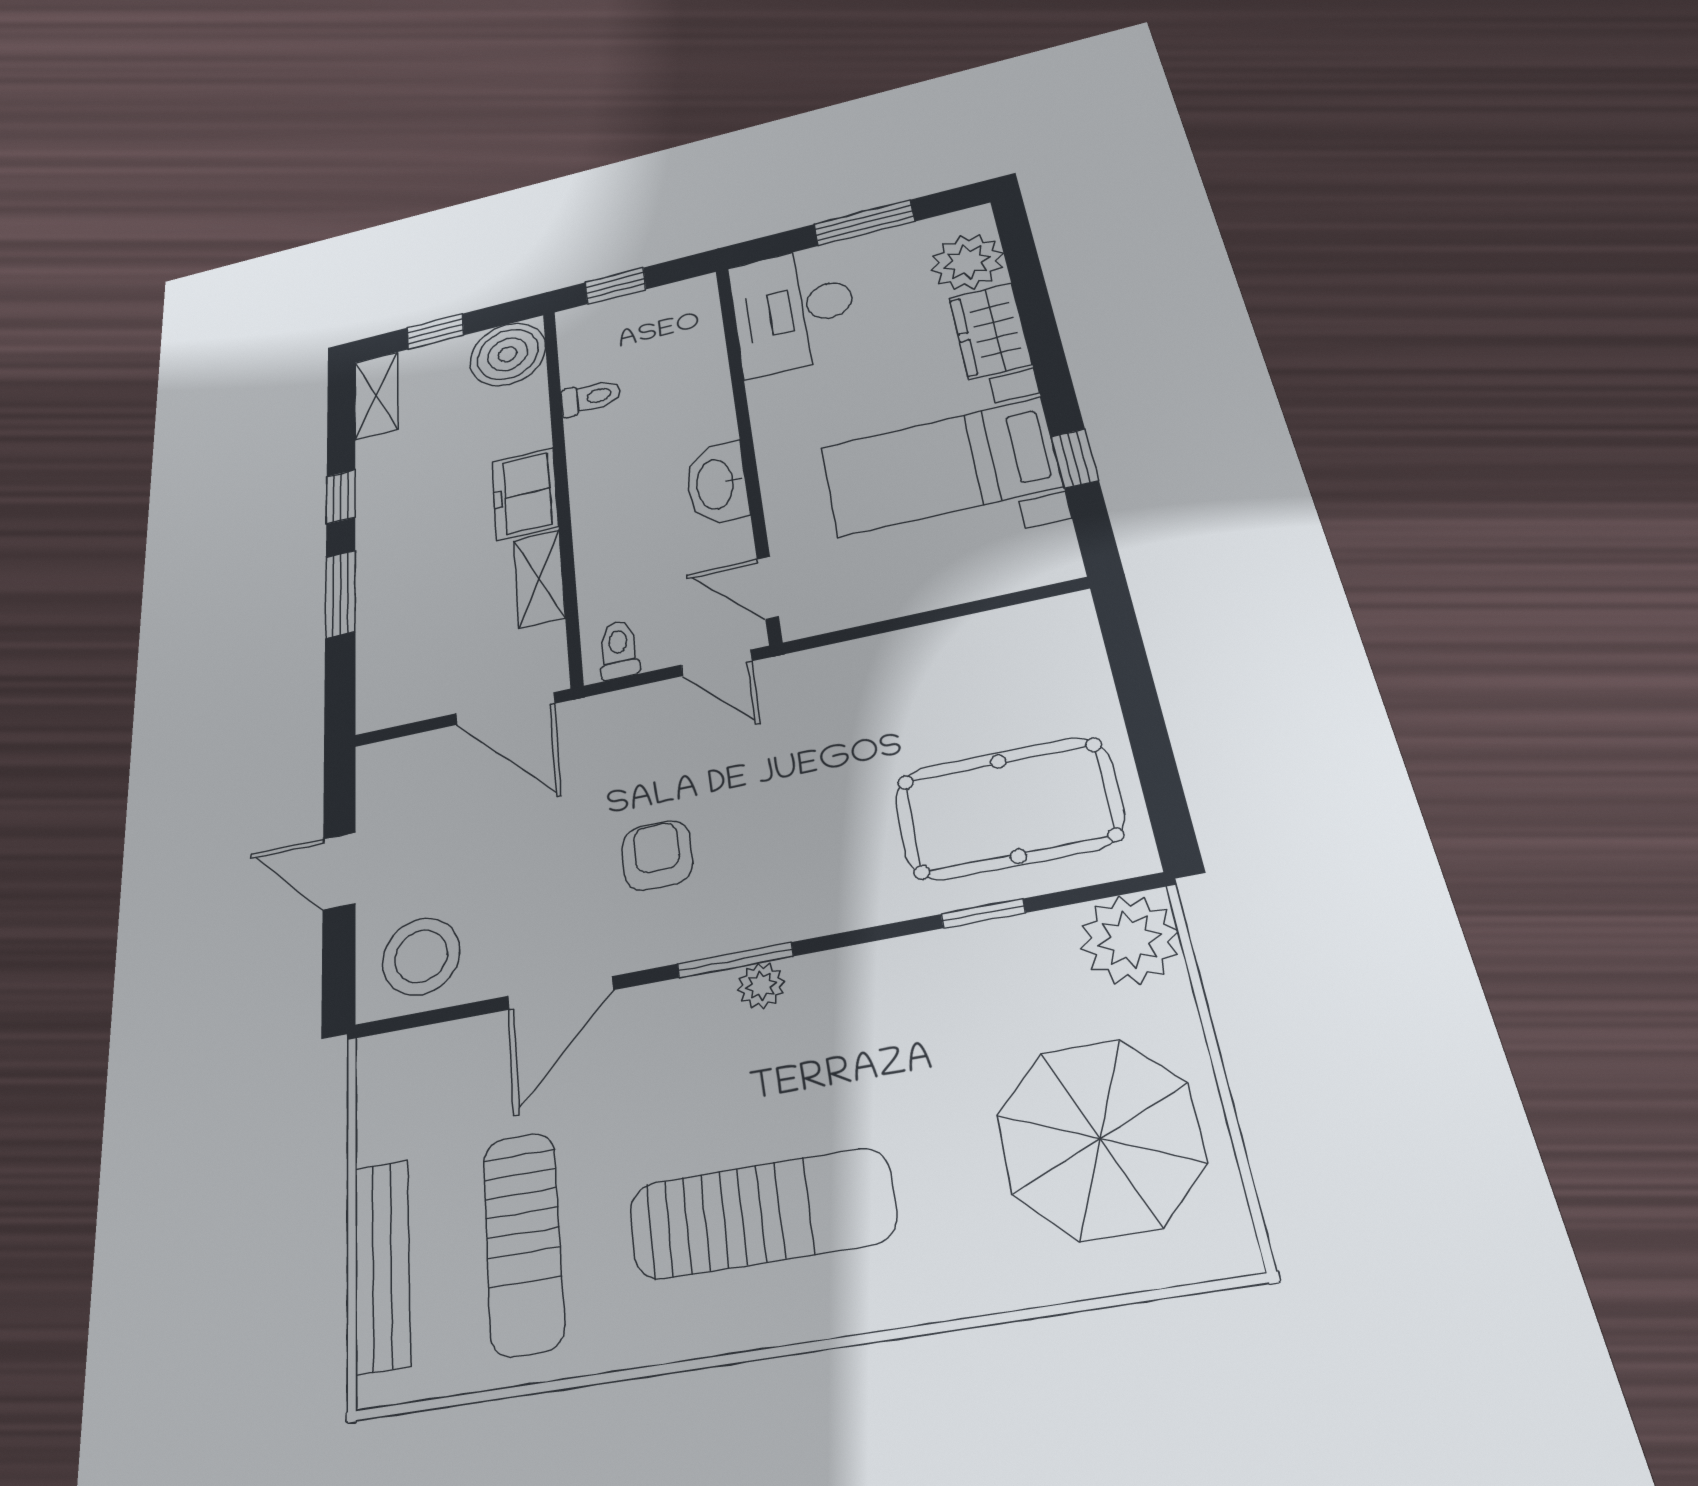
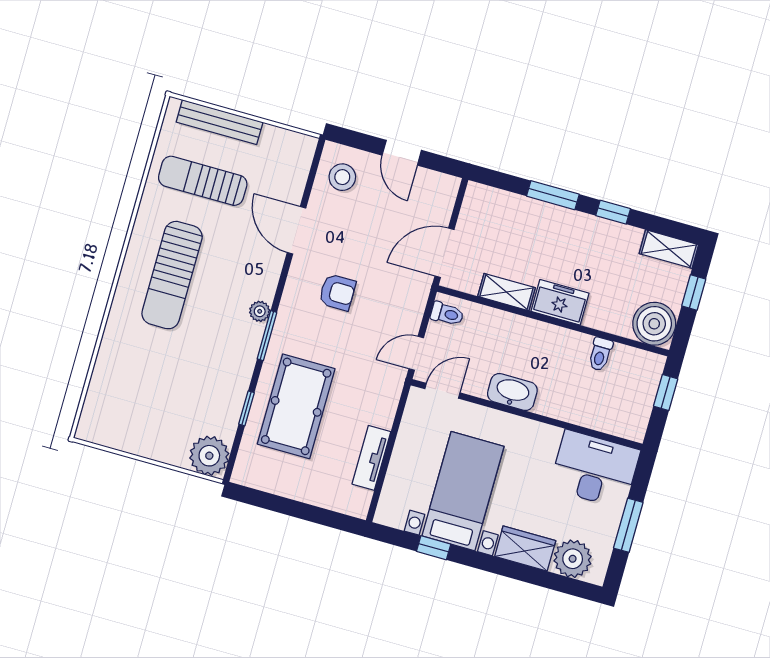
tv unit: (960, 639) -> (371, 458), added
pool table: (1008, 808) -> (296, 406), moved
door: (339, 871) -> (402, 153), swing flipped
stool: (421, 956) -> (342, 177), width x0.73, depth x0.73
window: (735, 960) -> (267, 336), moved
parasol: (1100, 1139) -> (142, 407), removed

